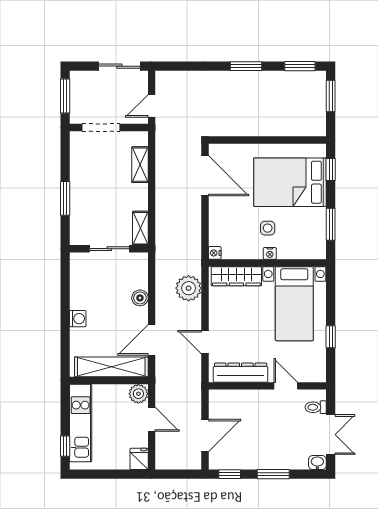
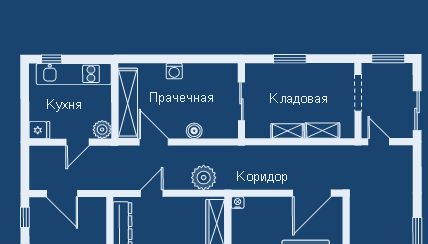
shelving: (140, 228) -> (287, 131), moved

